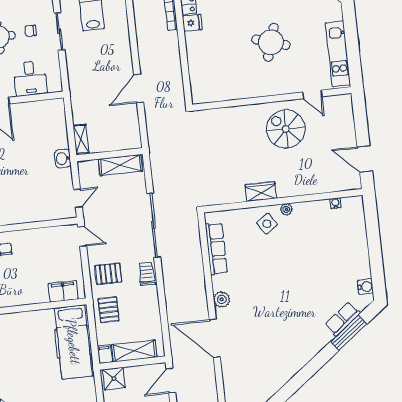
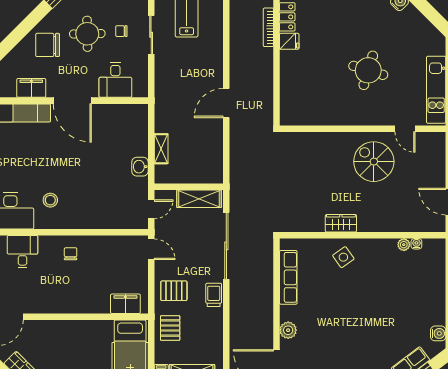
wall: (109, 155) -> (189, 187), moved
shelving: (121, 165) -> (199, 199), moved
plant: (286, 209) -> (404, 245), moved

